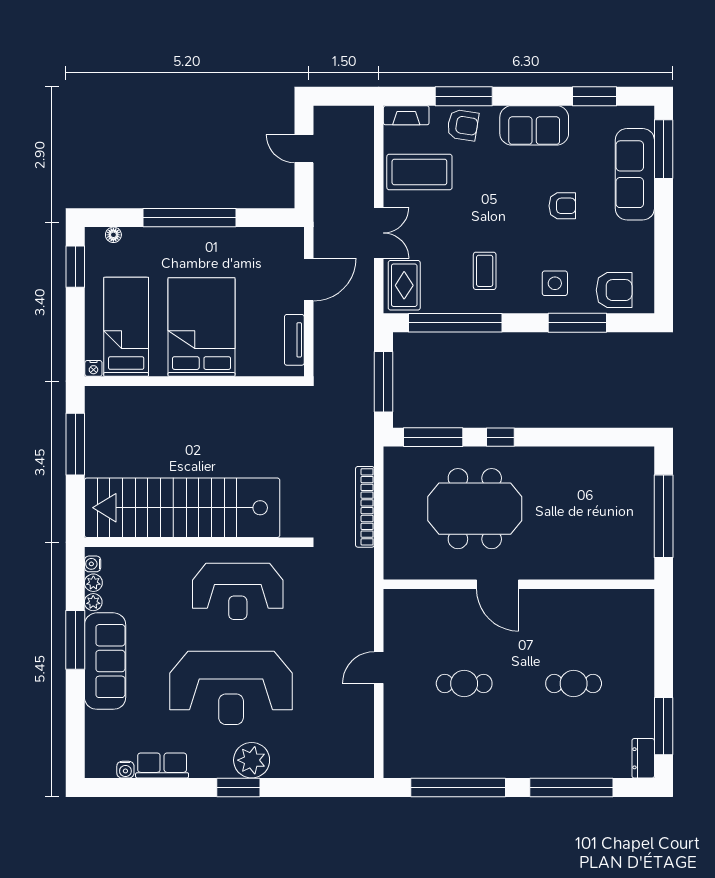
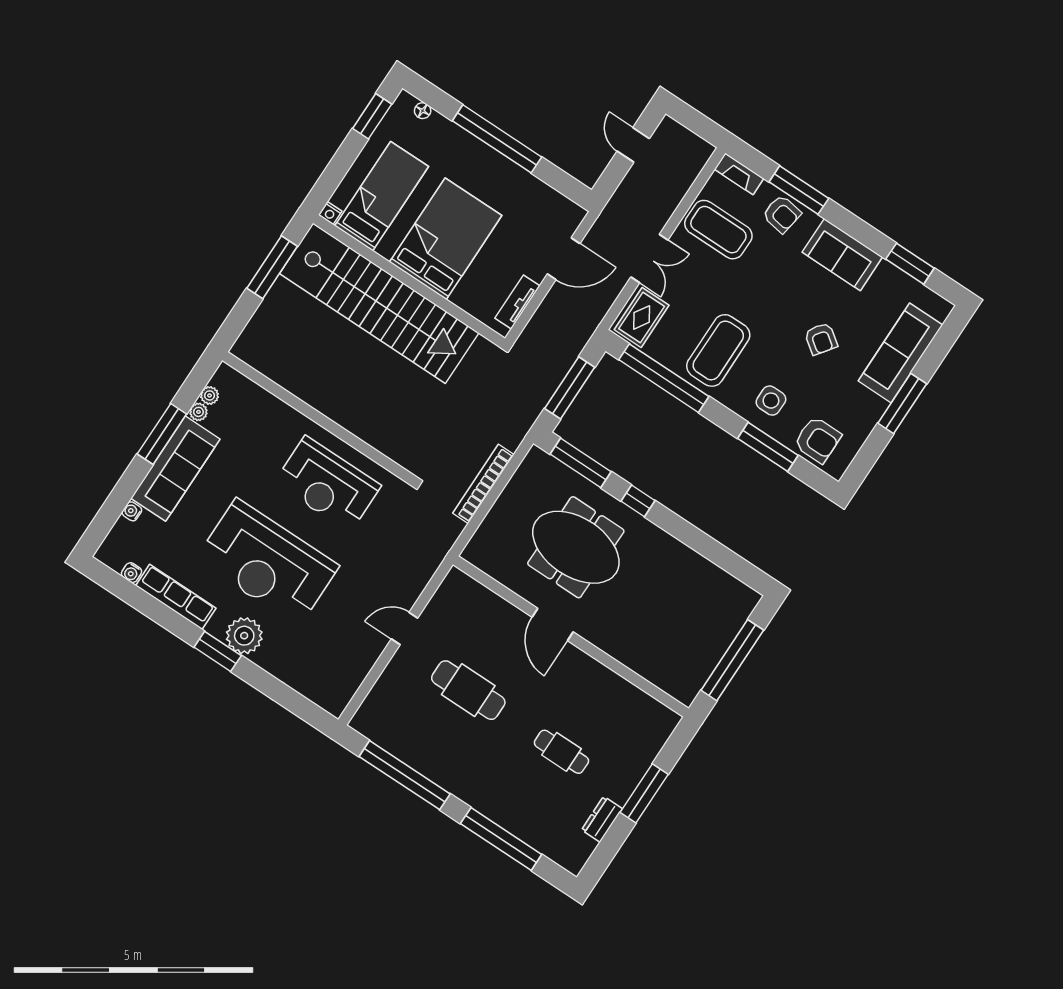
window: (664, 149) -> (902, 404), moved
armchair: (562, 206) -> (821, 339), turned 36
coffee table: (485, 271) -> (718, 350), width x1.86, depth x1.72
stairs: (182, 508) -> (379, 303), moved, turned 180
water cooler: (93, 564) -> (132, 511), moved
cafe table: (464, 684) -> (468, 690), width x1.37, depth x1.35
window: (664, 726) -> (644, 793), moved
dresser: (643, 758) -> (602, 819), moved
row of seats: (162, 765) -> (176, 597), width x1.48

